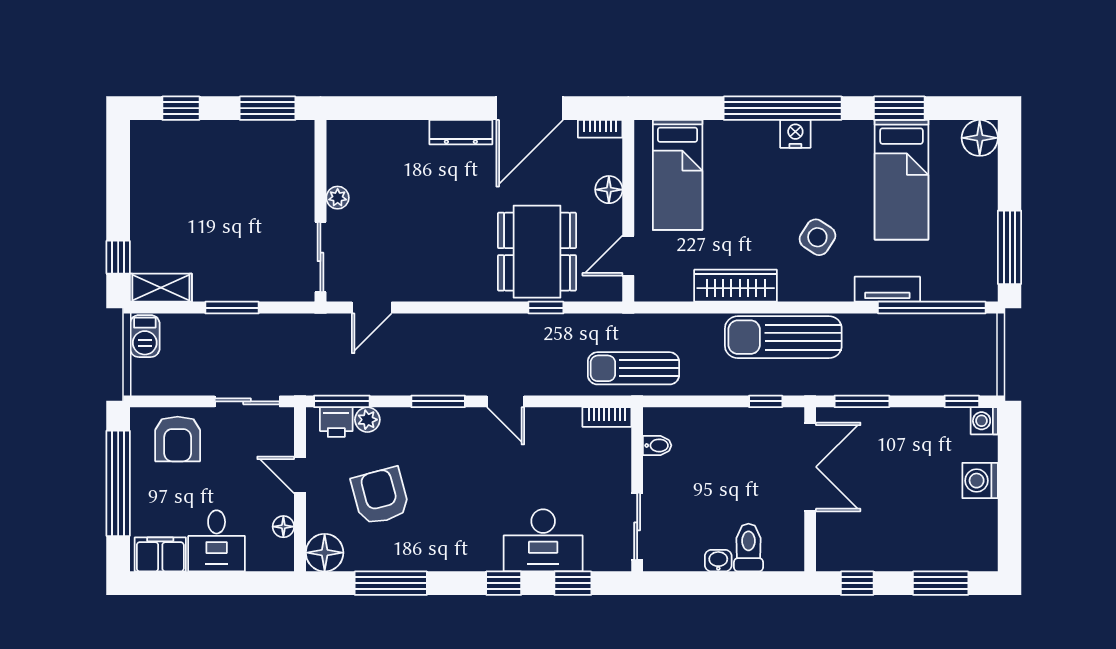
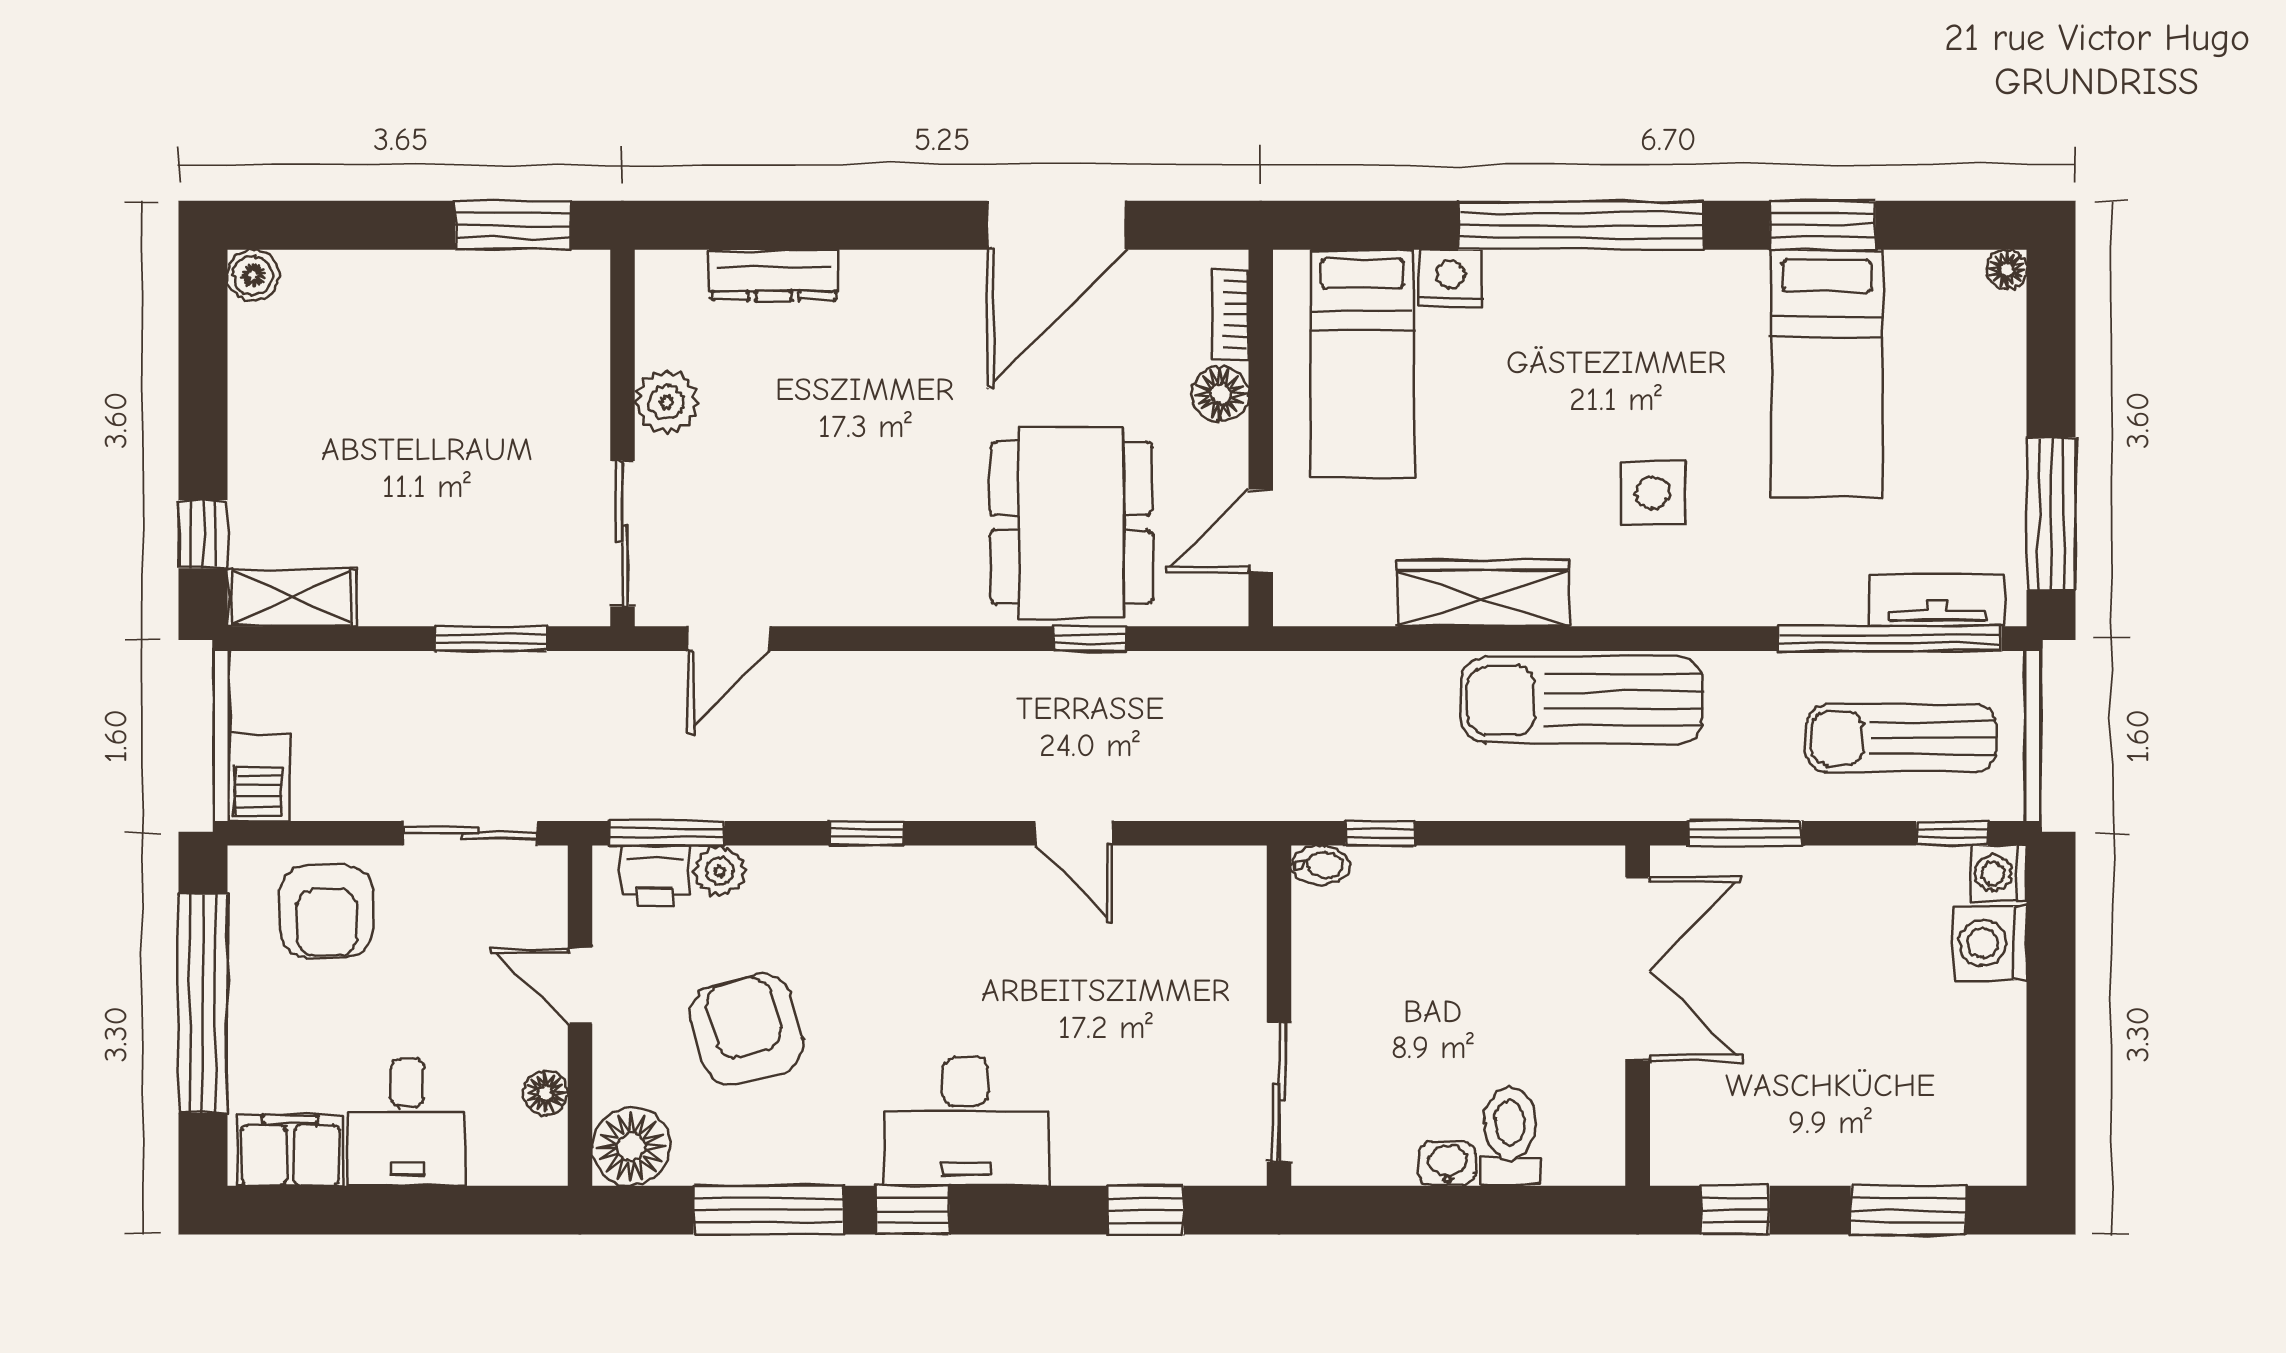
window: (181, 108) -> (333, 225), removed
bookcase: (600, 129) -> (1230, 315), moved, turned 90
boiler: (142, 132) -> (253, 275), added
dresser: (461, 132) -> (774, 275), moved
nightstand: (795, 134) -> (1450, 279), moved
floor lamp: (980, 138) -> (2007, 269), width x0.53, depth x0.53
plant: (338, 198) -> (667, 402), width x1.38, depth x1.38
side table: (817, 237) -> (1653, 493), turned -33
tv unit: (887, 289) -> (1937, 601), moved
window: (232, 308) -> (491, 639), moved
barbecue: (145, 336) -> (258, 777), moved
sun lounger: (633, 368) -> (1901, 738), moved
window: (438, 401) -> (866, 833), width x0.67
door: (506, 401) -> (1074, 833), moved
window: (766, 401) -> (1380, 833), moved
bookcase: (607, 417) -> (1216, 866), removed
bidet: (657, 445) -> (1321, 865), moved
washing machine: (980, 481) -> (1990, 943), moved
desk: (543, 540) -> (965, 1121), moved
window: (504, 583) -> (913, 1210), moved

